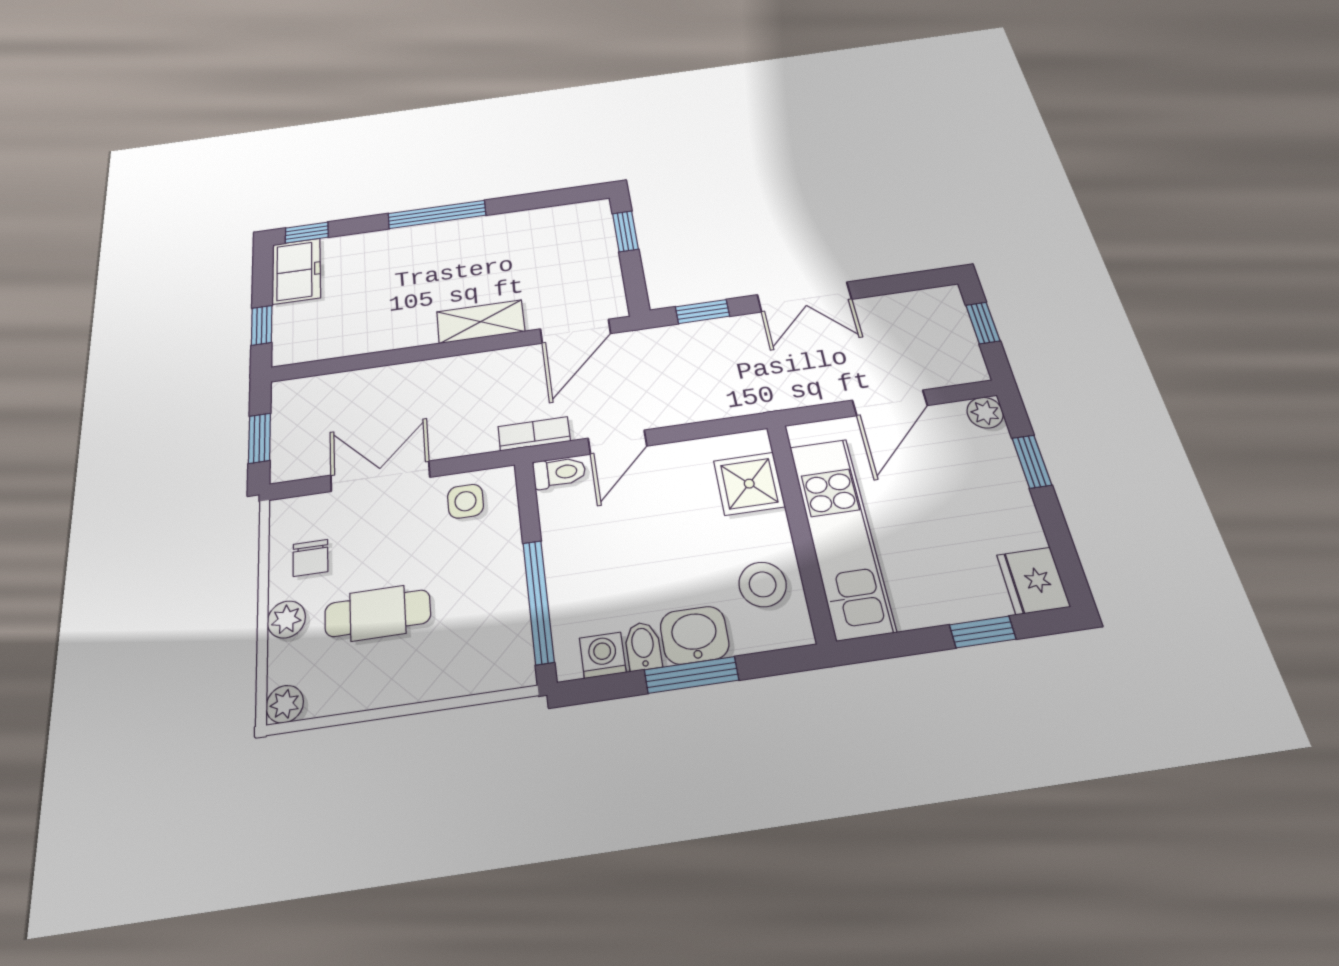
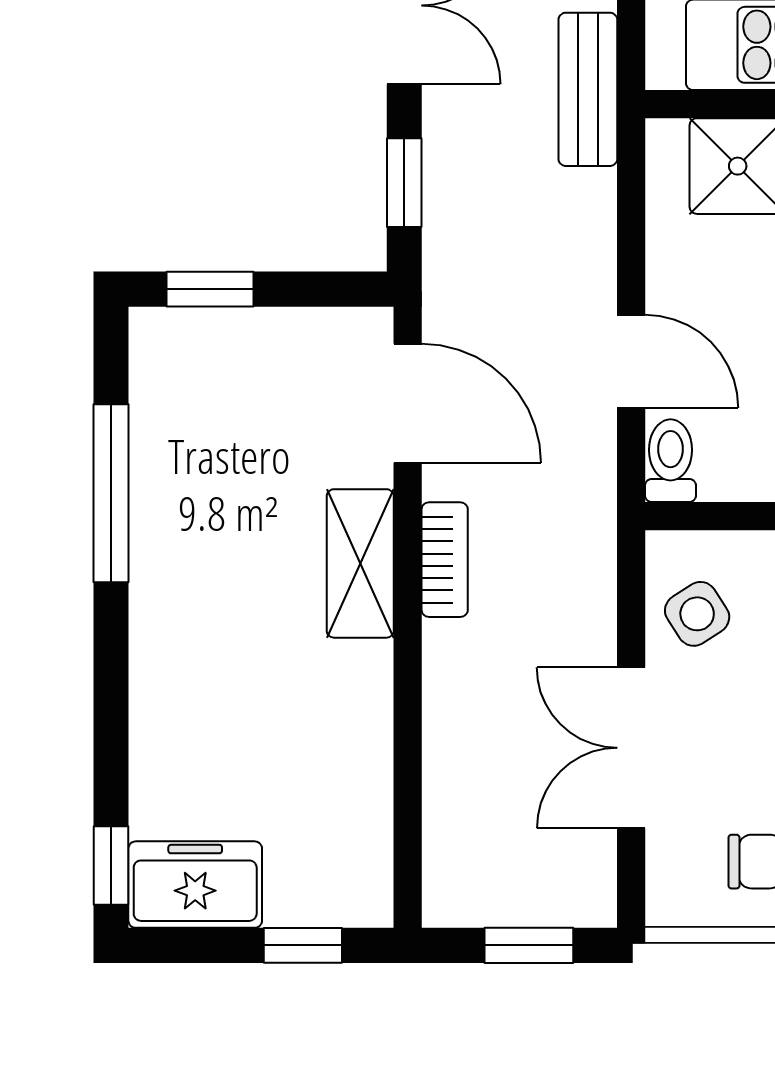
window: (437, 214) -> (111, 493), moved
bench: (778, 395) -> (588, 89), added
bookcase: (534, 434) -> (445, 560), moved, turned 180
side table: (466, 501) -> (697, 614), turned -33

